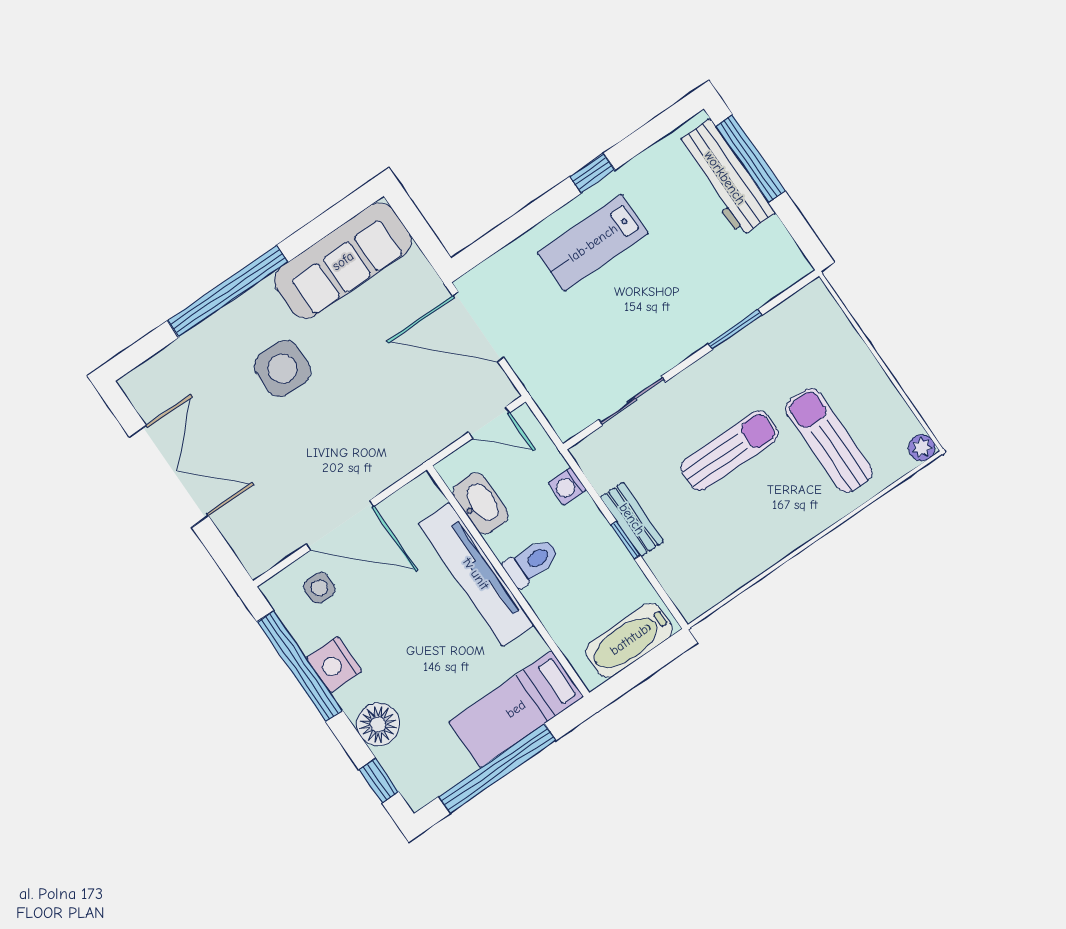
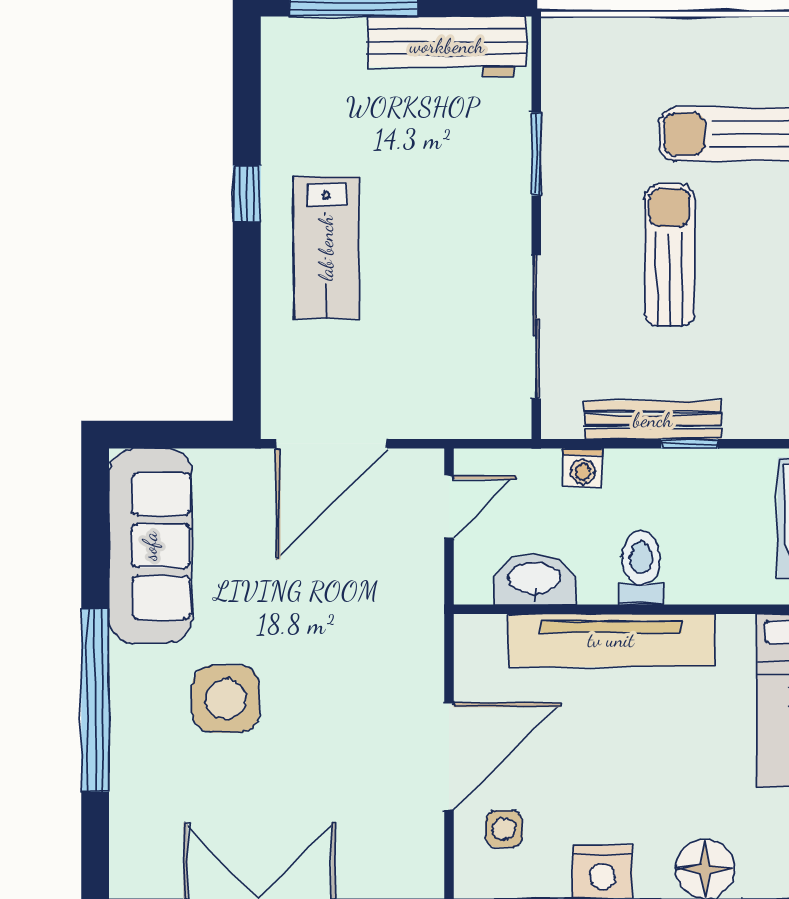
workbench: (725, 178) -> (447, 46), moved
sliding door: (632, 401) -> (536, 327), width x1.37
bench: (632, 519) -> (653, 420), width x1.36

